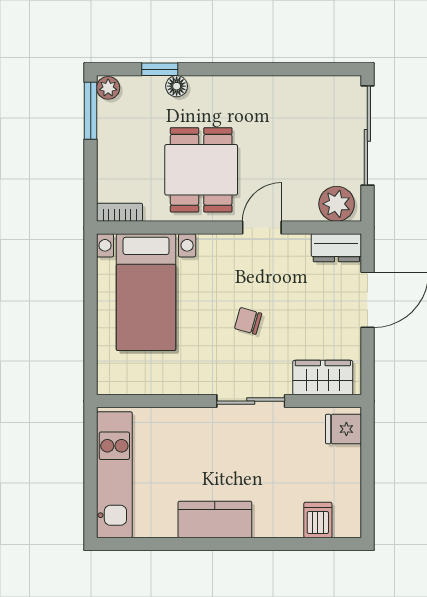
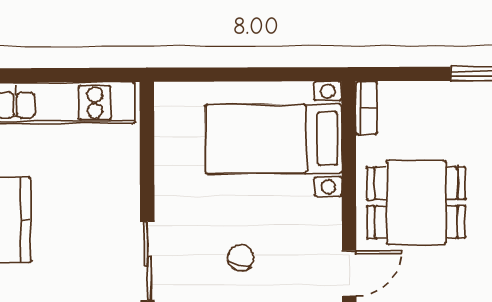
door: (262, 228) -> (349, 273), hinge flipped

